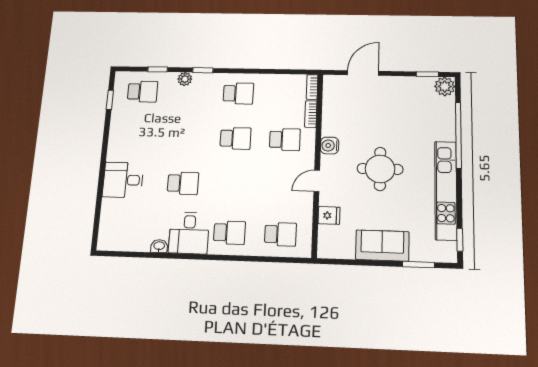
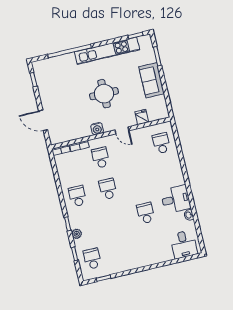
plant: (445, 86) -> (39, 67), removed
desk: (123, 180) -> (184, 244), moved
school desk: (230, 233) -> (169, 175), removed

